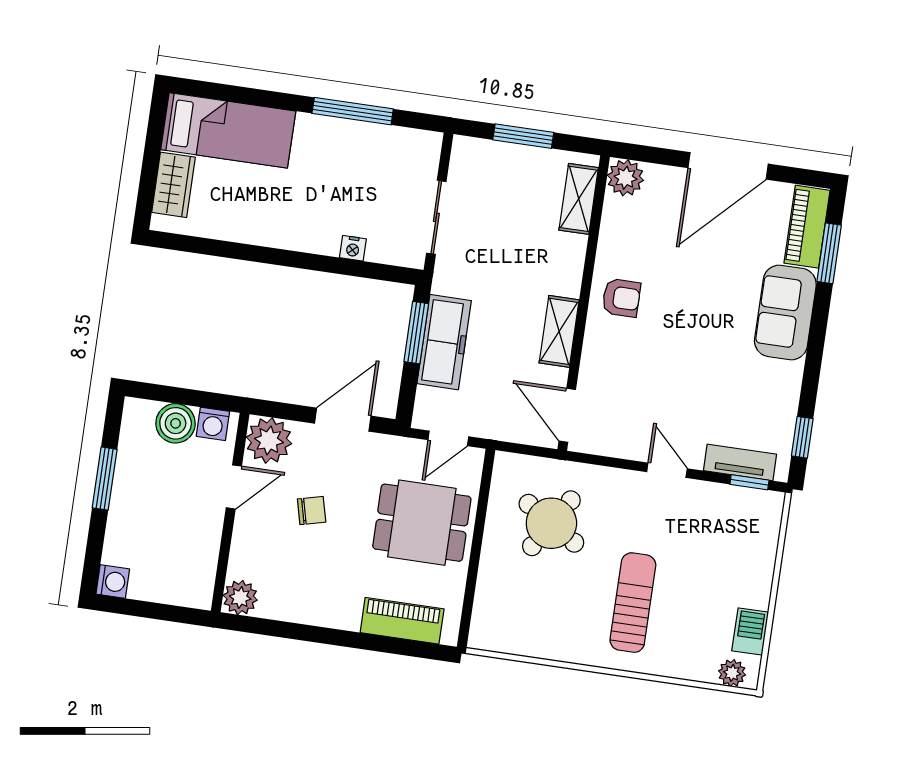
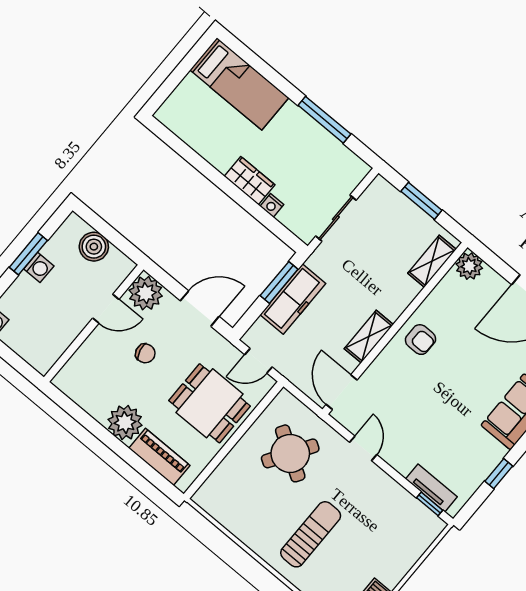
wardrobe: (173, 185) -> (250, 181), moved, turned -90
washing machine: (213, 424) -> (39, 267), moved, turned -90
window: (802, 437) -> (499, 474), moved
door: (667, 470) -> (363, 448), moved
plant: (240, 598) -> (125, 422), moved, width x1.36, depth x1.36

